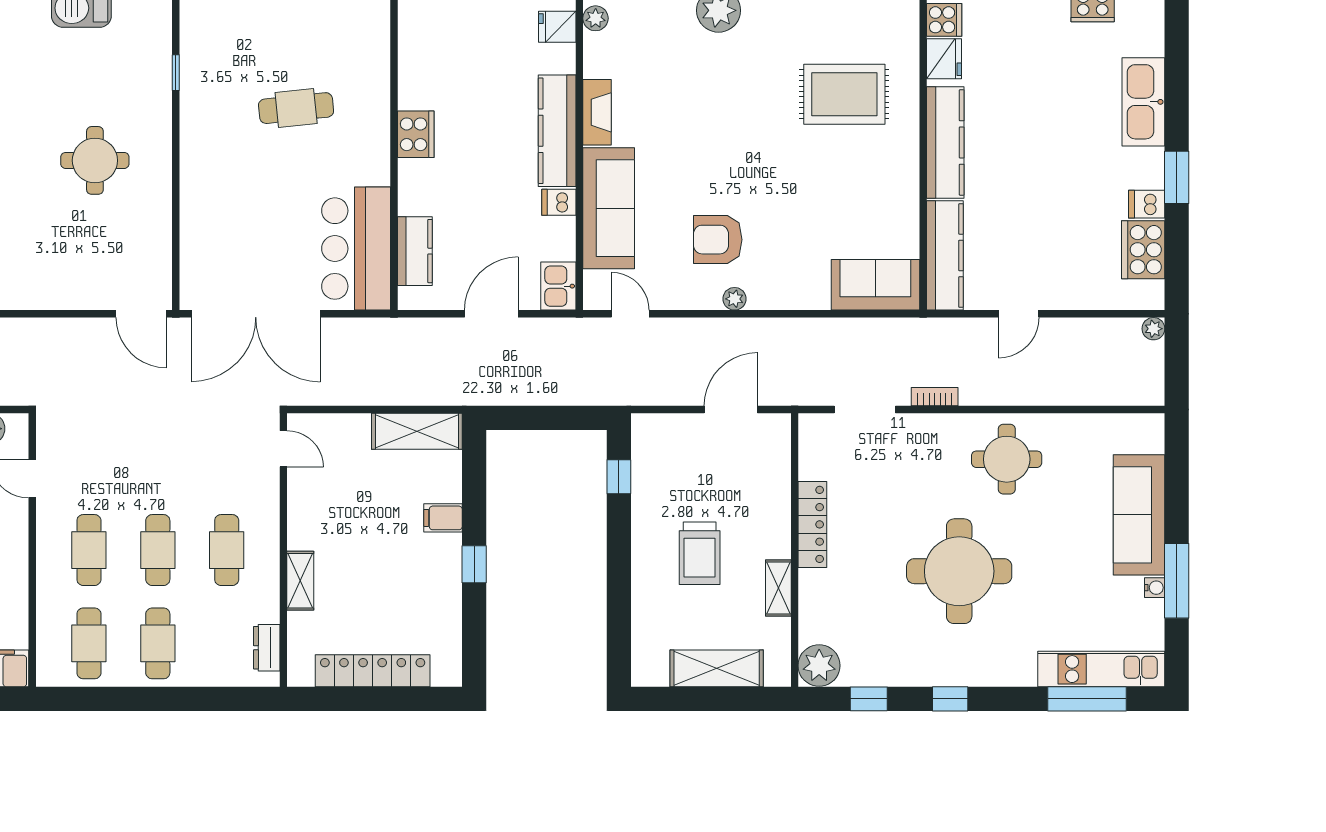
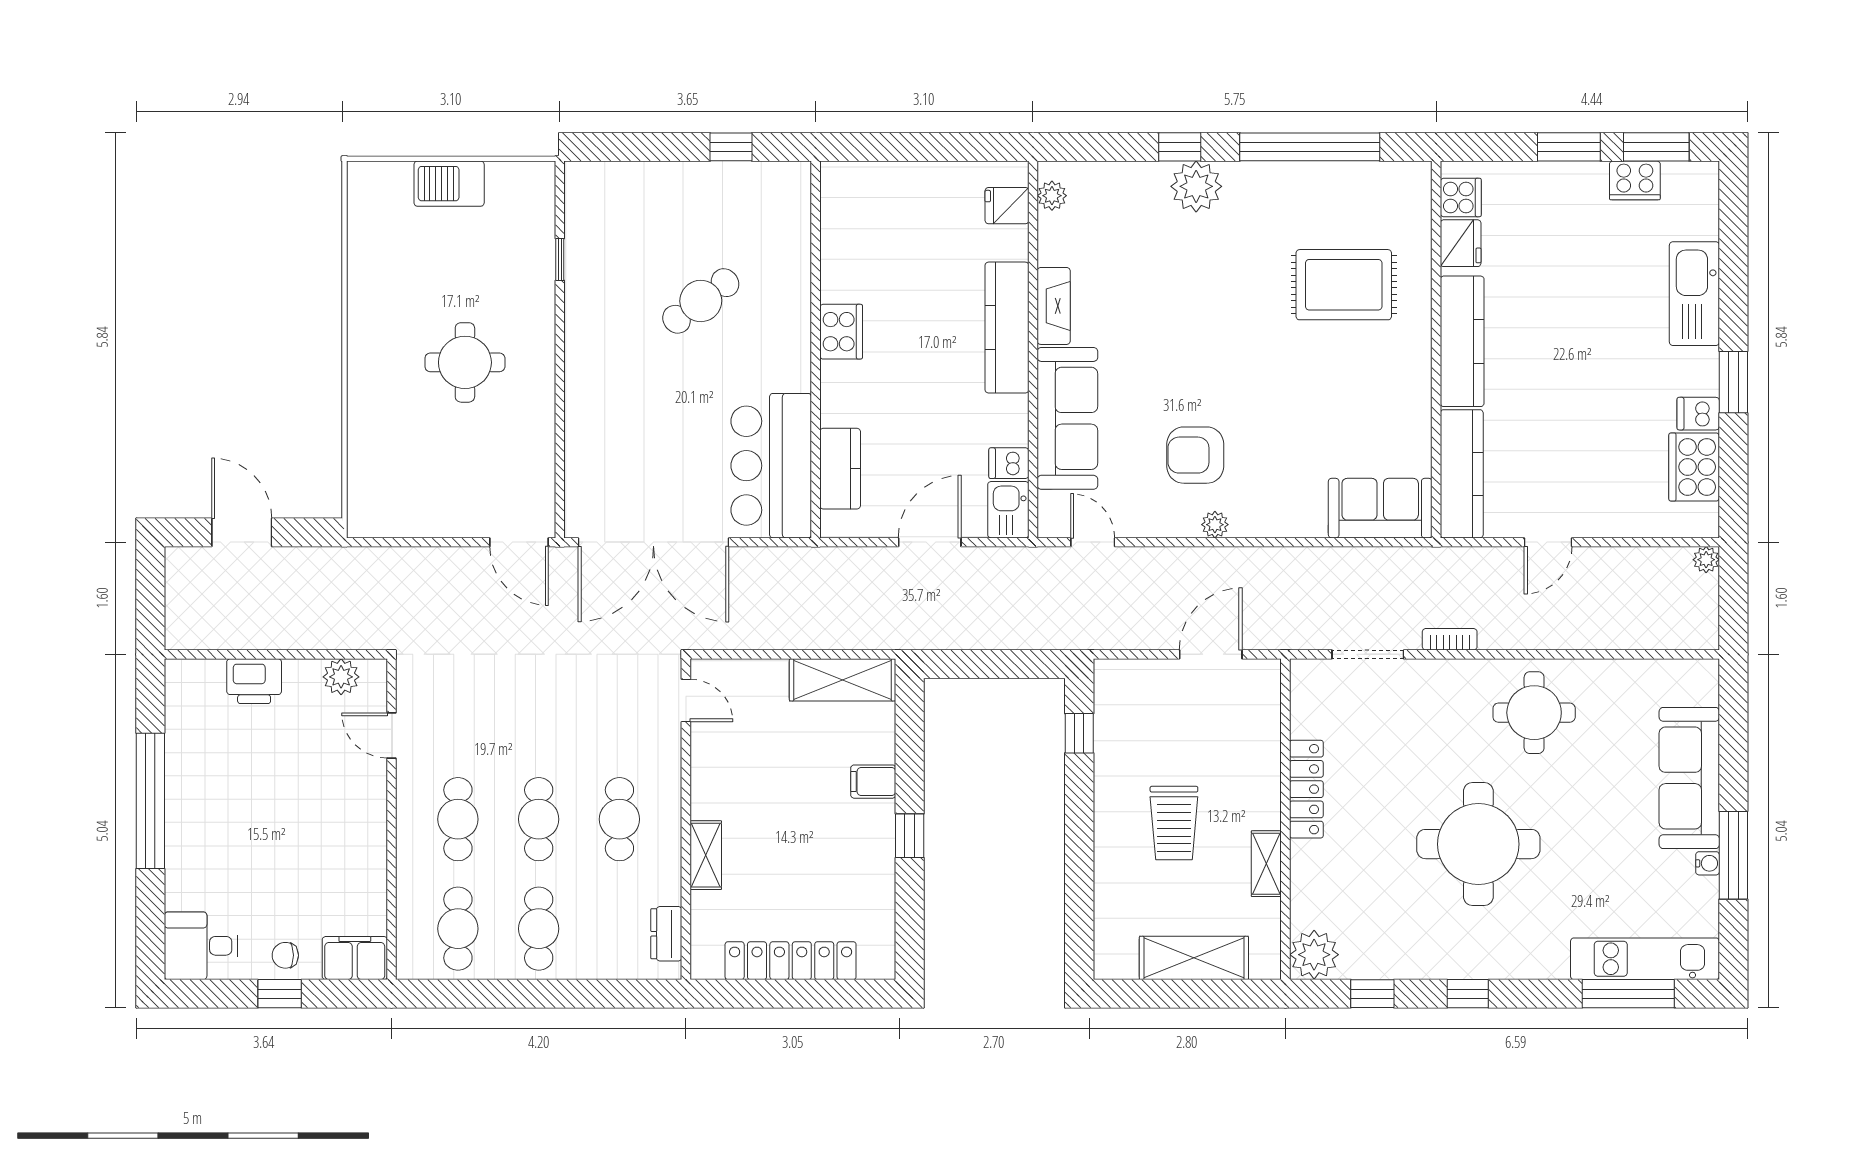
cafe table: (296, 108) -> (701, 301), turned -31
dishwasher: (559, 202) -> (1009, 463), moved

